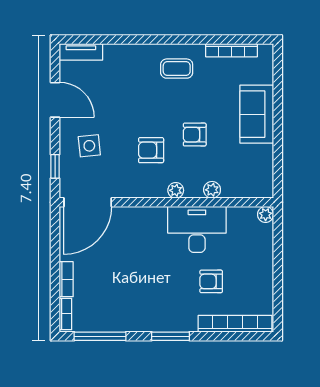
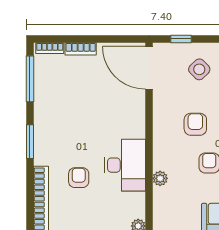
side table: (89, 146) -> (199, 69), turned -38
plant: (176, 190) -> (160, 146), removed

